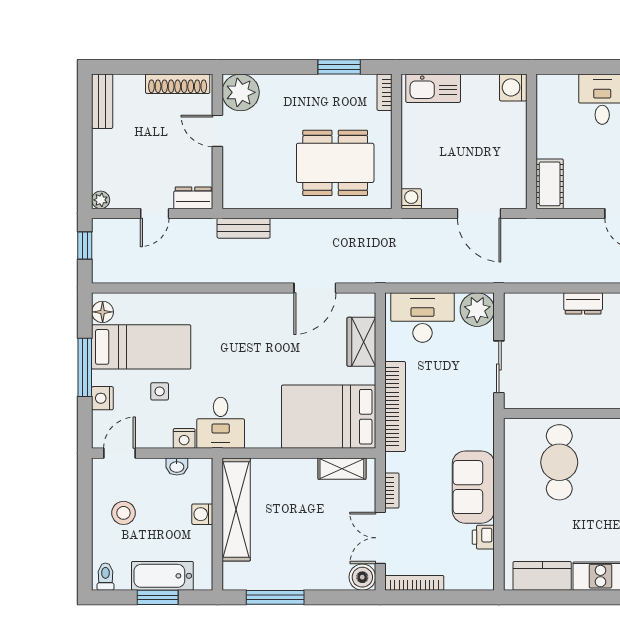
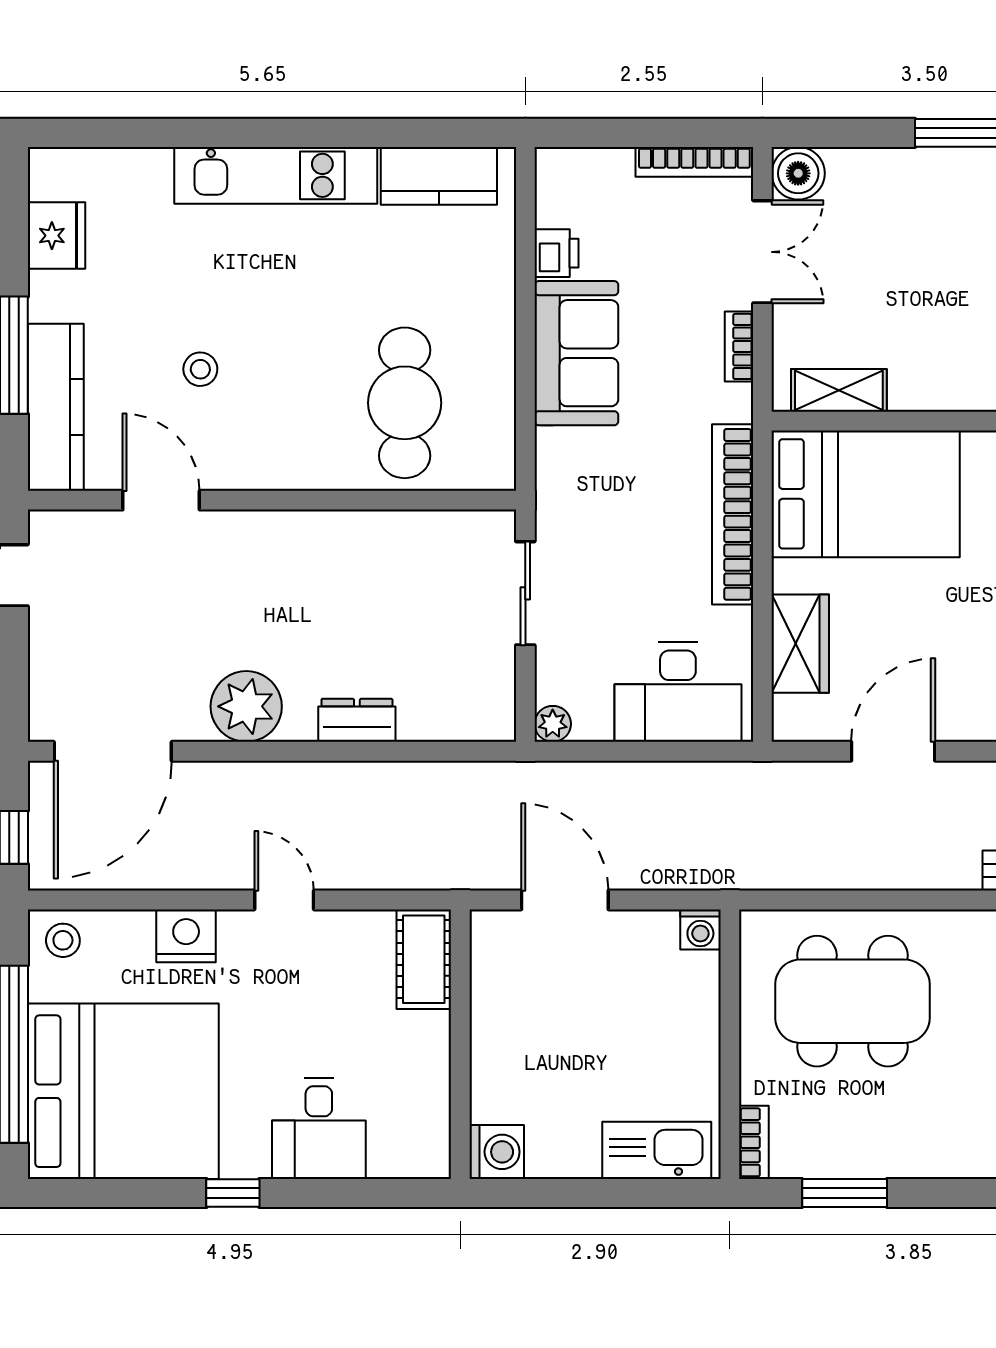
plant: (477, 310) -> (553, 724), width x0.53, depth x0.53

